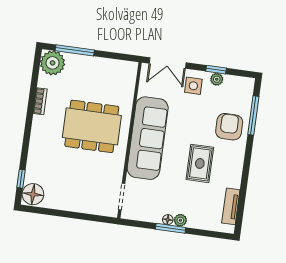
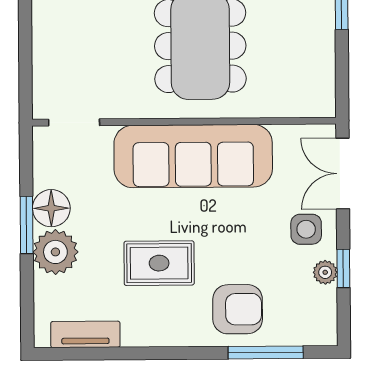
floor lamp: (168, 220) -> (51, 208), width x1.89, depth x1.89
plant: (180, 220) -> (55, 252), width x1.87, depth x1.87

